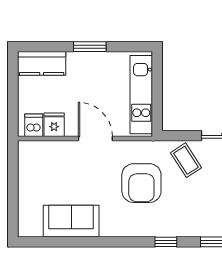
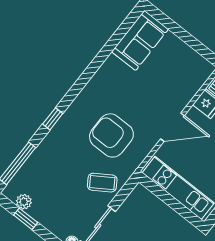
sofa: (71, 221) -> (140, 40), moved

